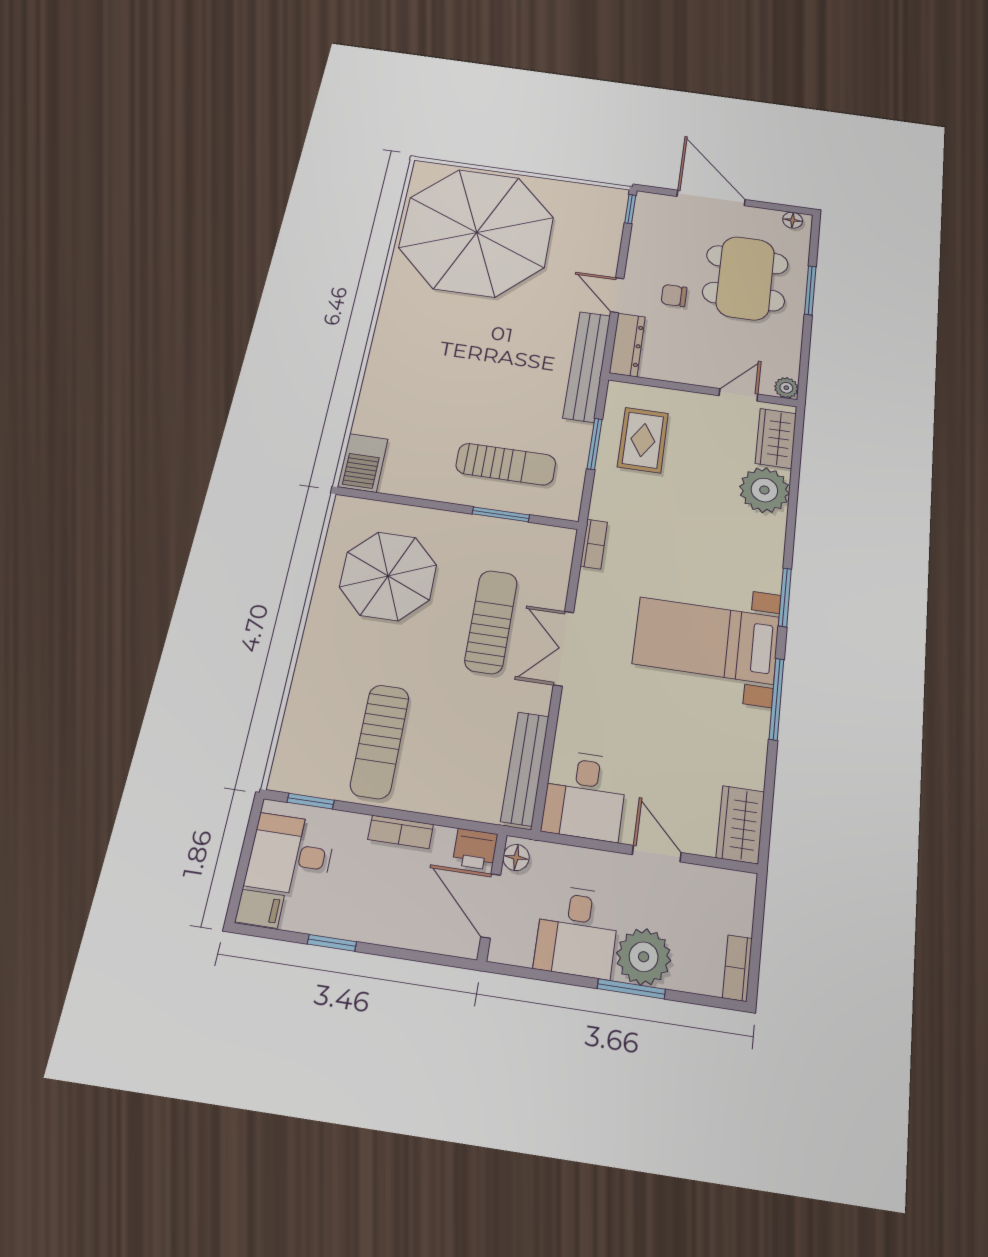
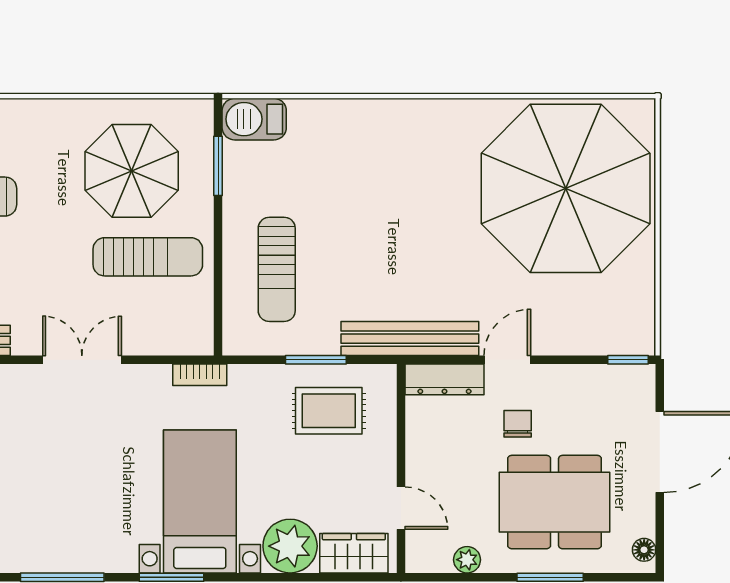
plant: (786, 388) -> (467, 560), moved
window: (501, 514) -> (218, 166), moved
sun lounger: (491, 622) -> (148, 257), moved
bed with nightstands: (706, 640) -> (200, 501), moved

